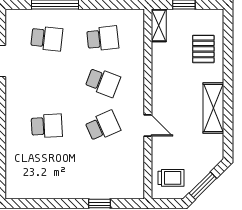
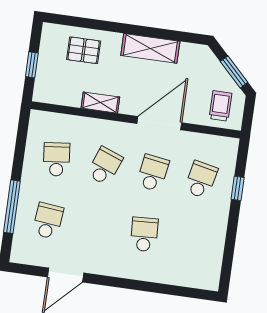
shelving: (159, 25) -> (100, 103), moved
door: (148, 125) -> (159, 123), width x1.87
school desk: (103, 126) -> (153, 173), turned 33
school desk: (103, 170) -> (201, 180), added

